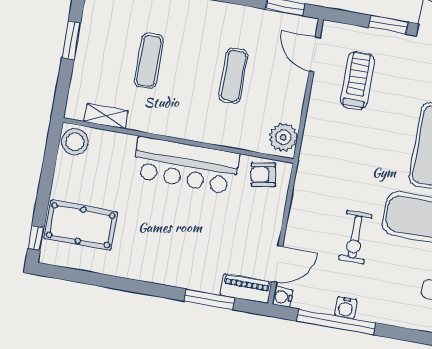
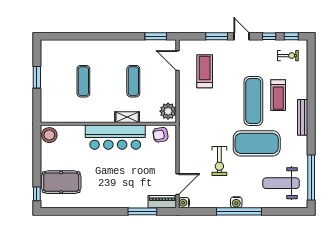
shelving: (106, 116) -> (127, 117), moved
water cooler: (346, 308) -> (236, 202), moved
window: (336, 322) -> (239, 211), moved

